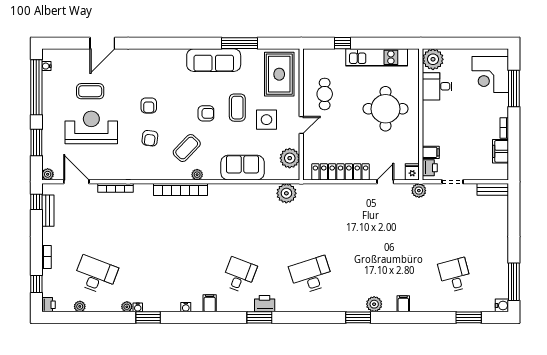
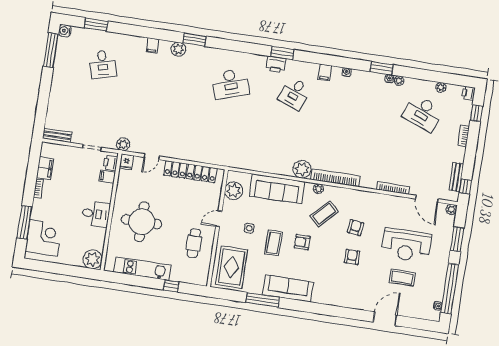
desk: (437, 86) -> (96, 214), moved
side table: (266, 120) -> (249, 228), width x0.54, depth x0.54
sofa: (243, 168) -> (277, 189), width x1.36
plant: (286, 193) -> (302, 169), moved

